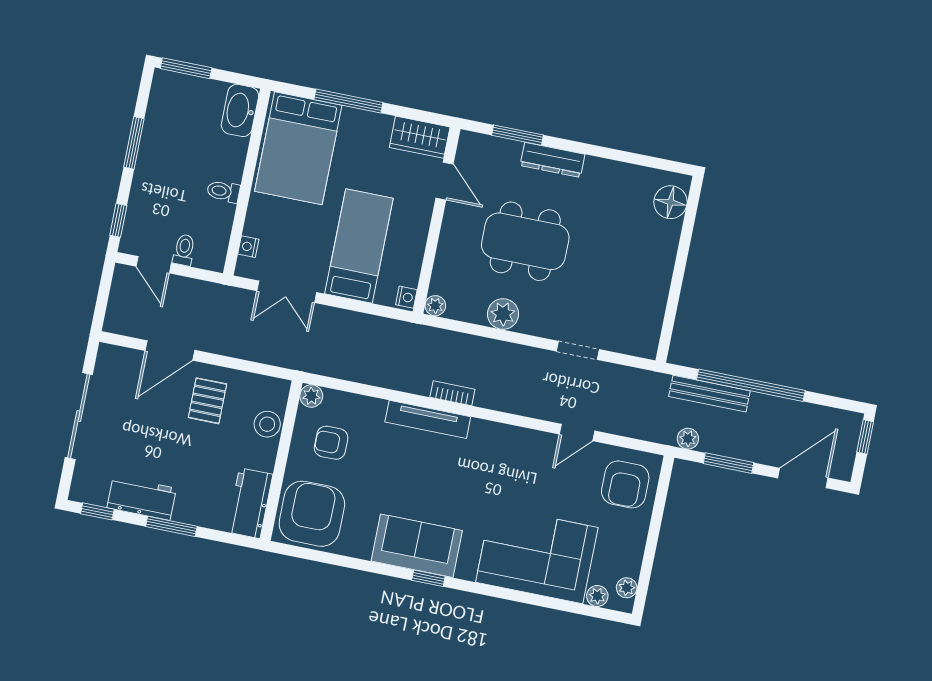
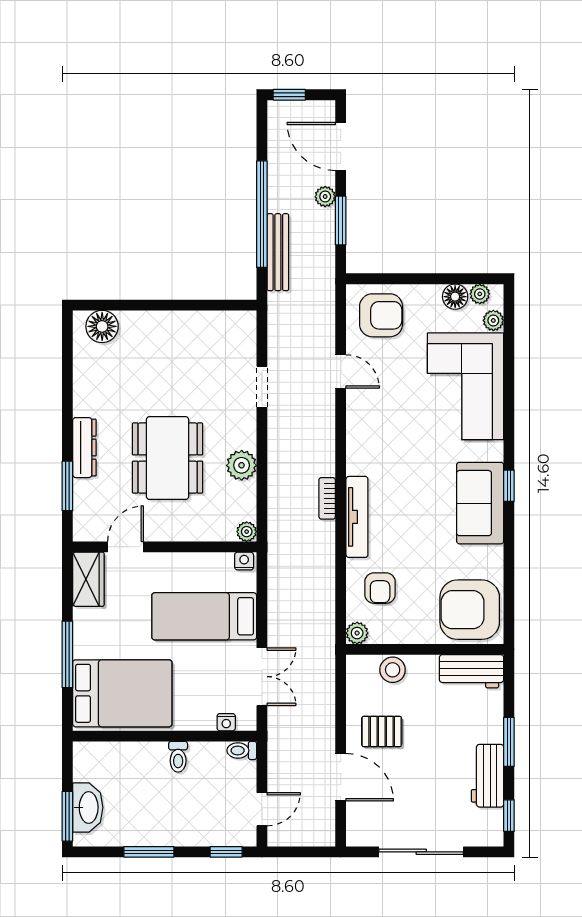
washbasin: (240, 110) -> (88, 807), moved, turned -90
toilet: (184, 250) -> (242, 750), moved
plant: (688, 439) -> (325, 197), moved
armchair: (331, 443) -> (380, 588), moved
floor lamp: (629, 562) -> (455, 297), added

